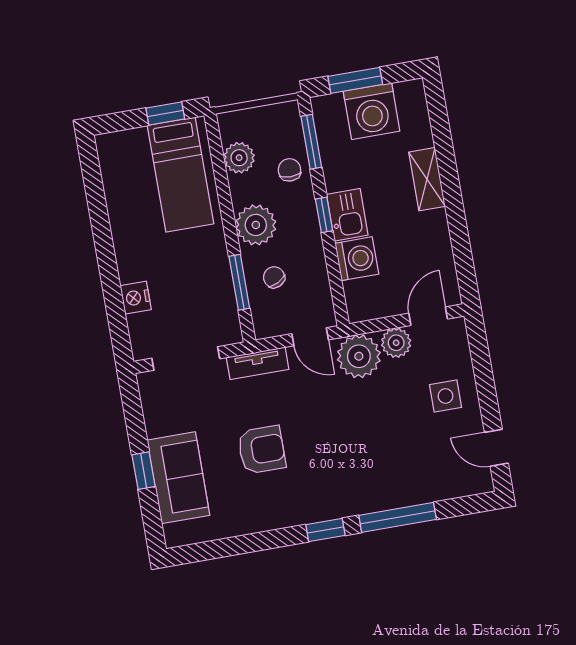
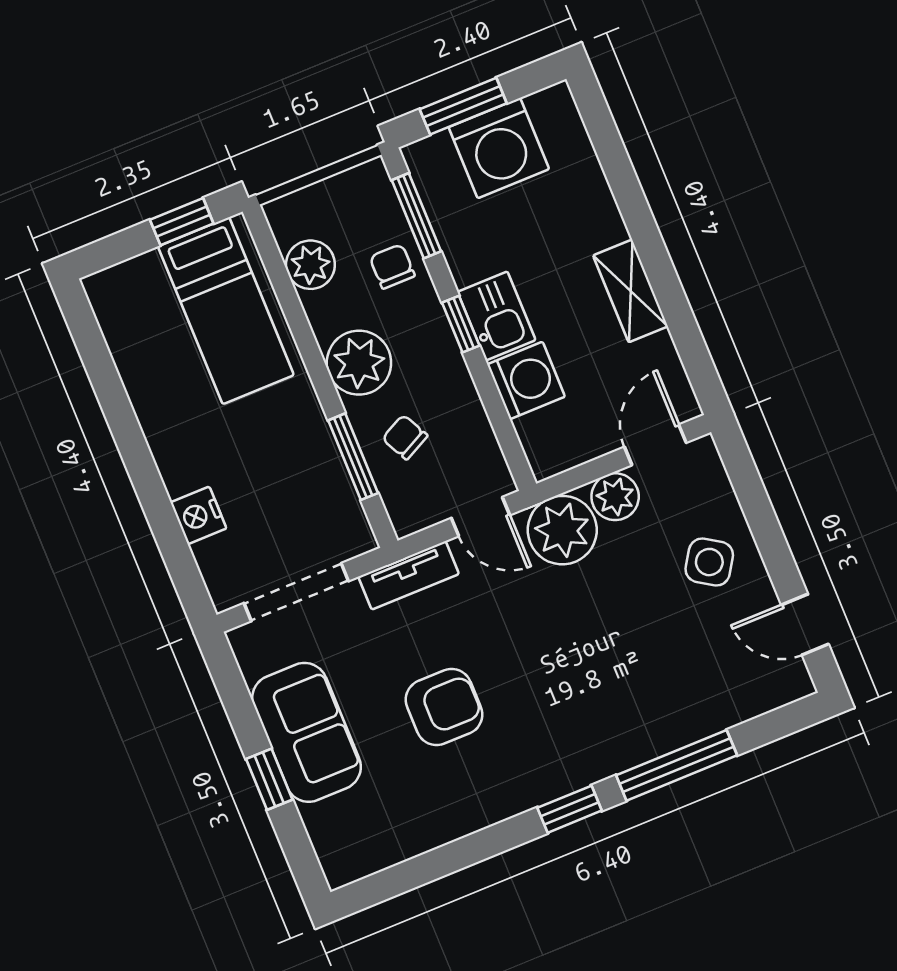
shelving: (427, 179) -> (631, 291), moved
side table: (446, 396) -> (709, 562), turned 33
sofa: (178, 478) -> (307, 732), moved

